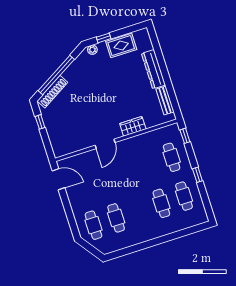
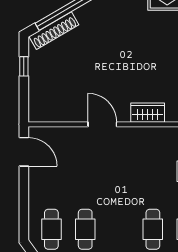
door: (105, 144) -> (102, 124), swing flipped

